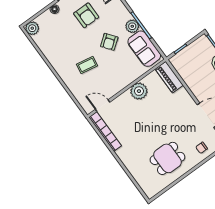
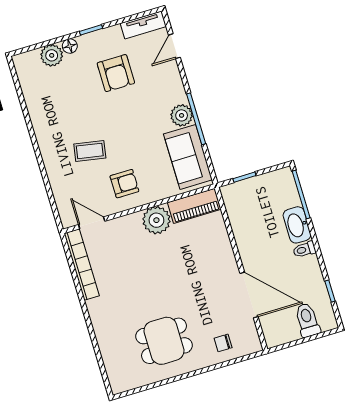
plant: (32, 28) -> (52, 55), moved
armchair: (109, 42) -> (124, 184), moved, turned -143
piano: (169, 77) -> (194, 206), moved, turned -90

